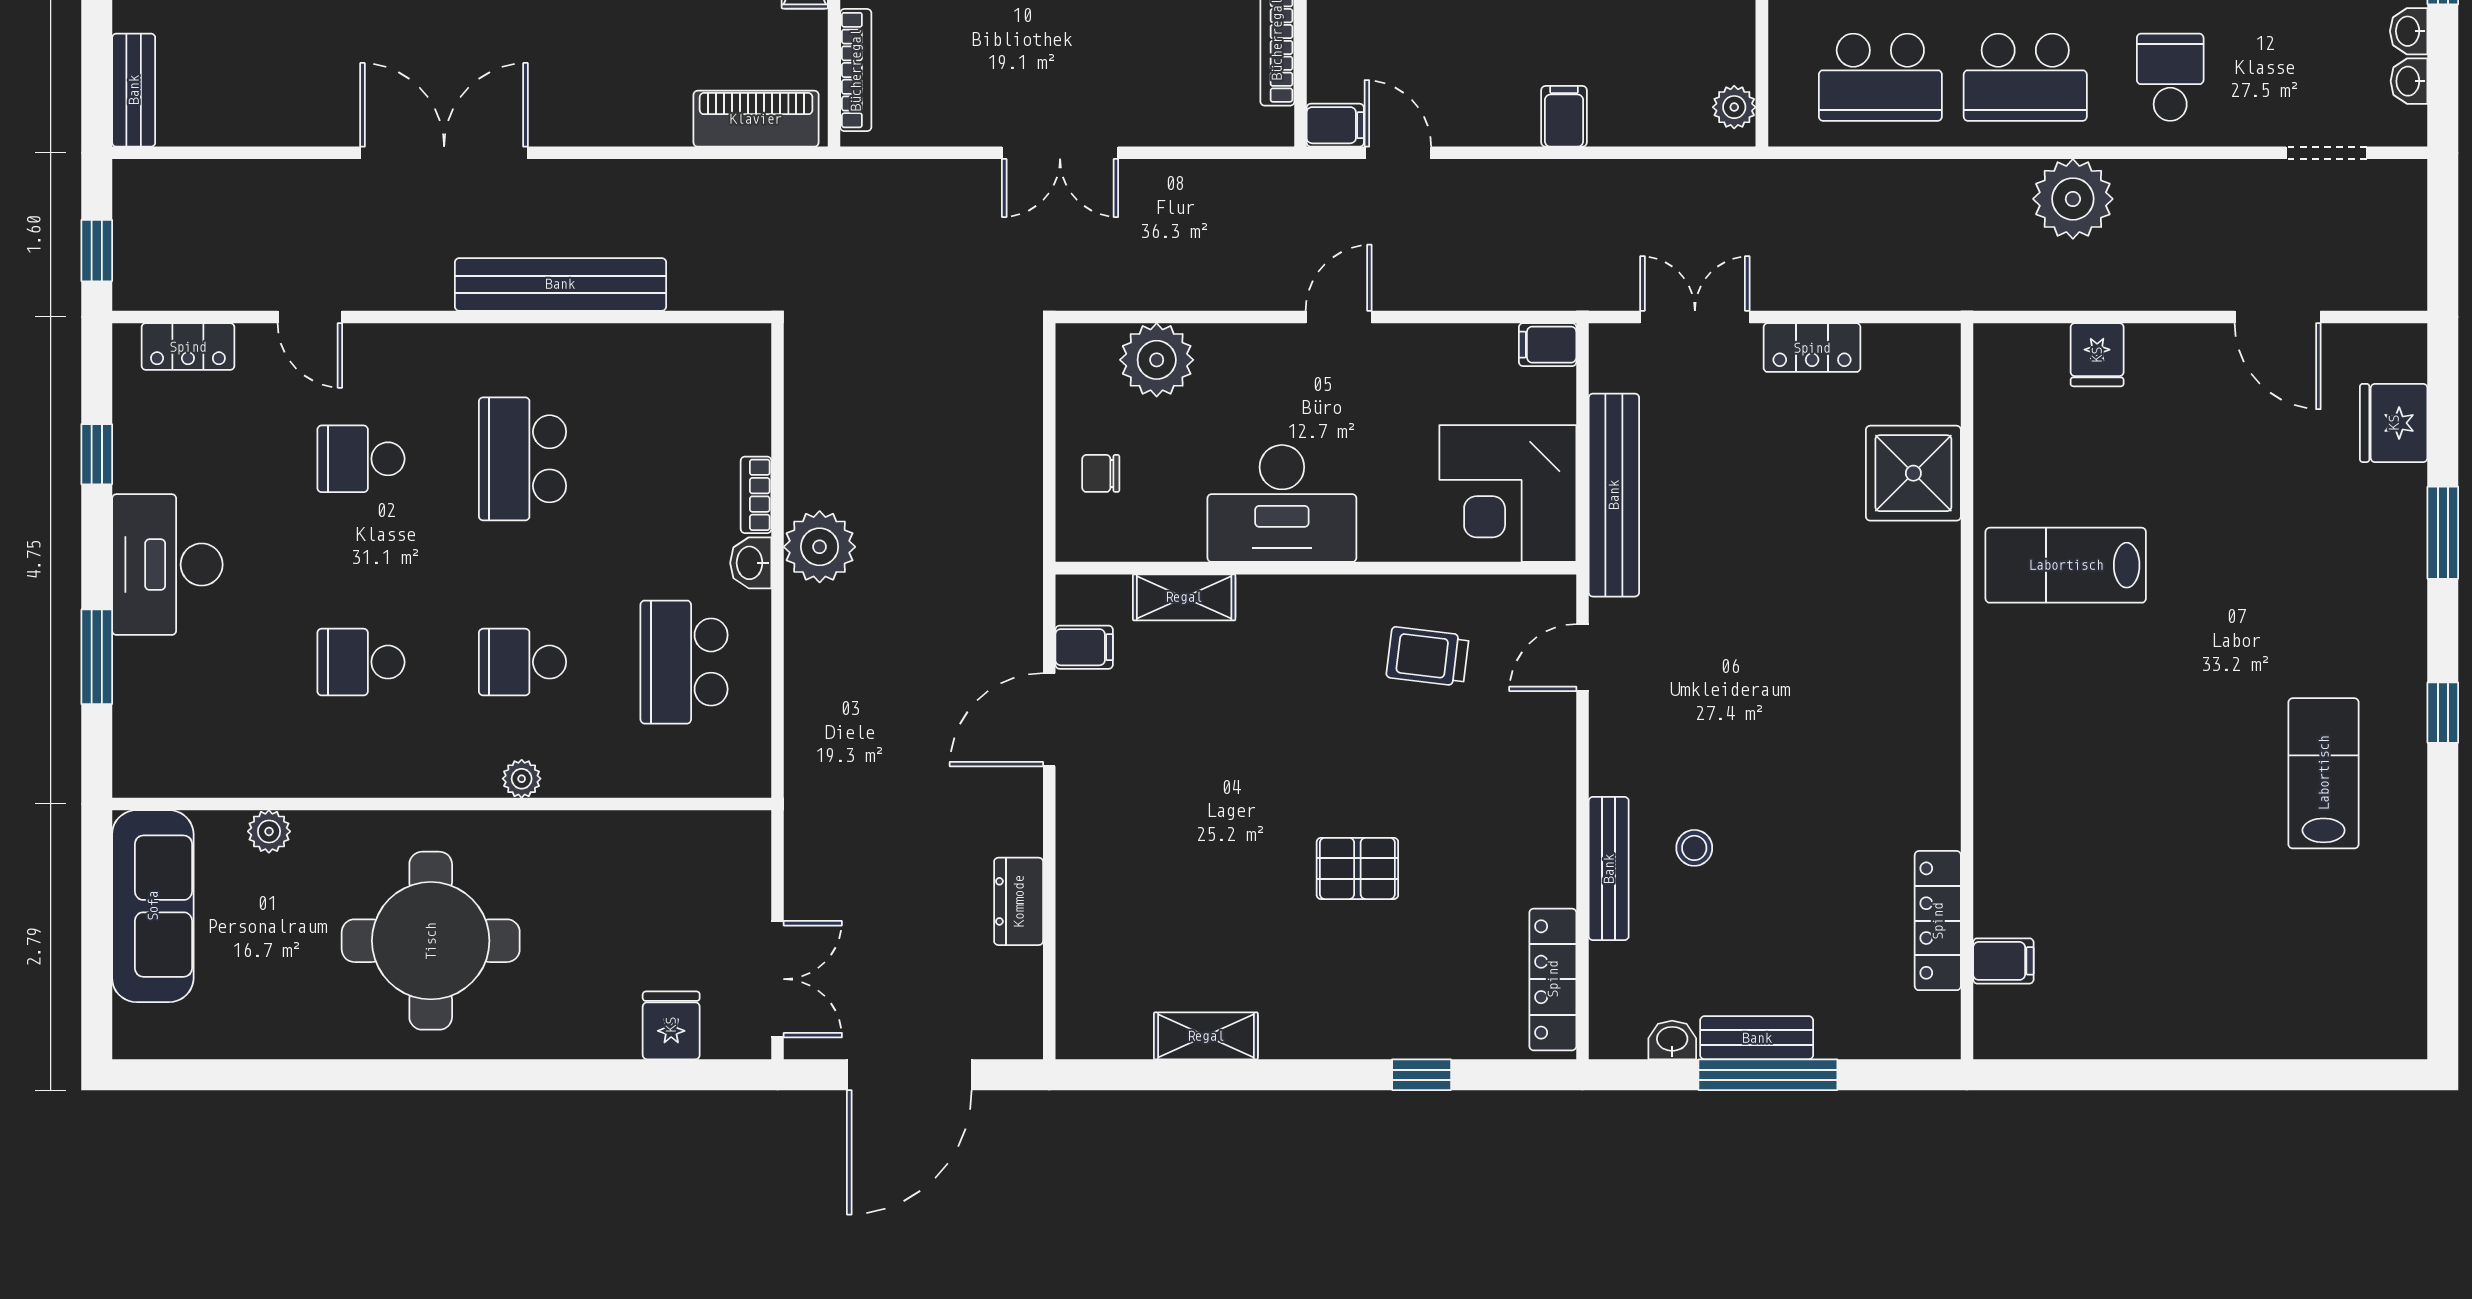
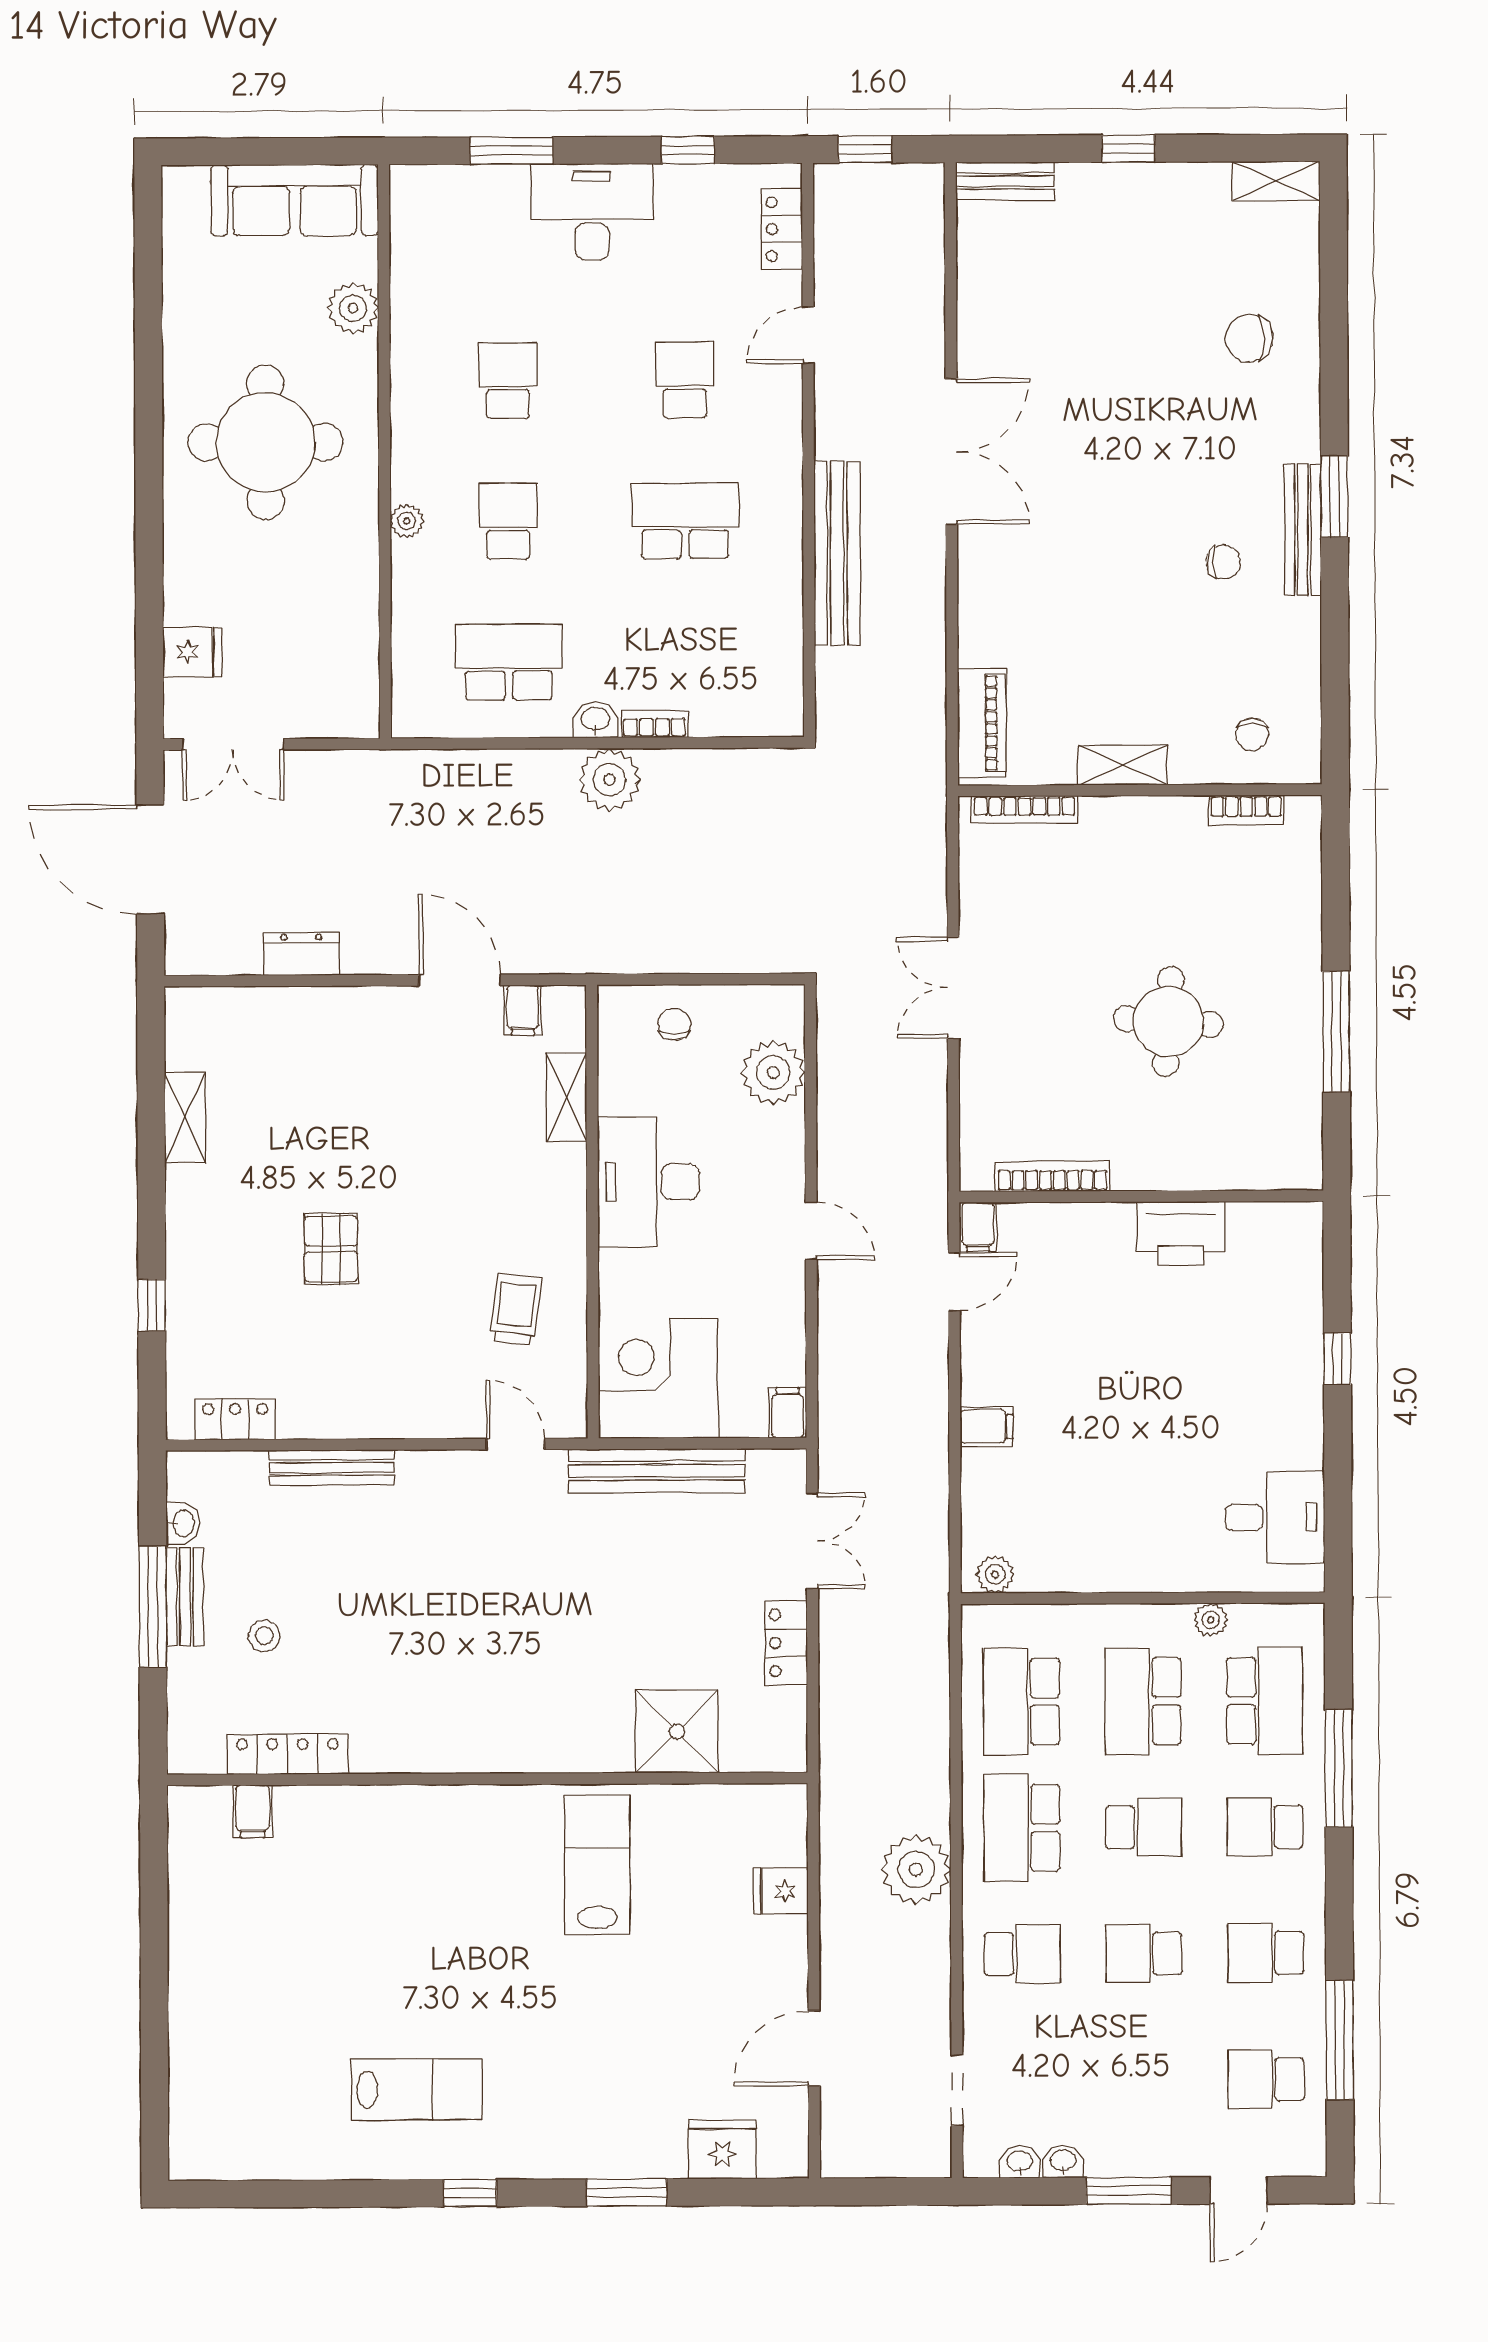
plant: (269, 831) -> (353, 308), width x1.38, depth x1.38
stool: (1694, 848) -> (264, 1636), moved
locker: (1553, 979) -> (235, 1419), width x0.66

